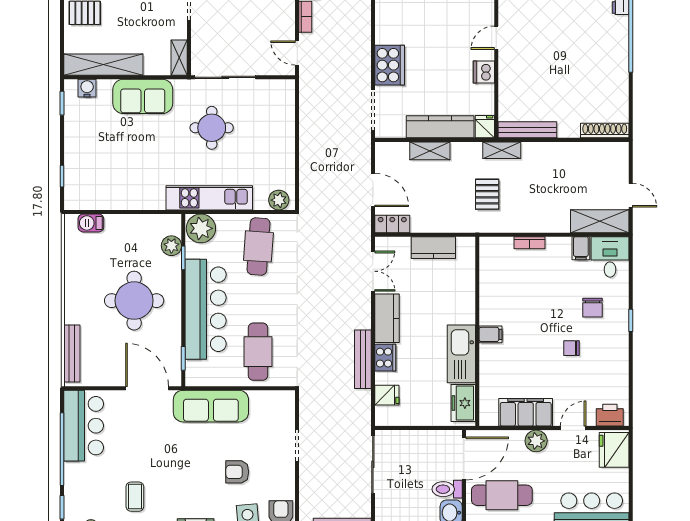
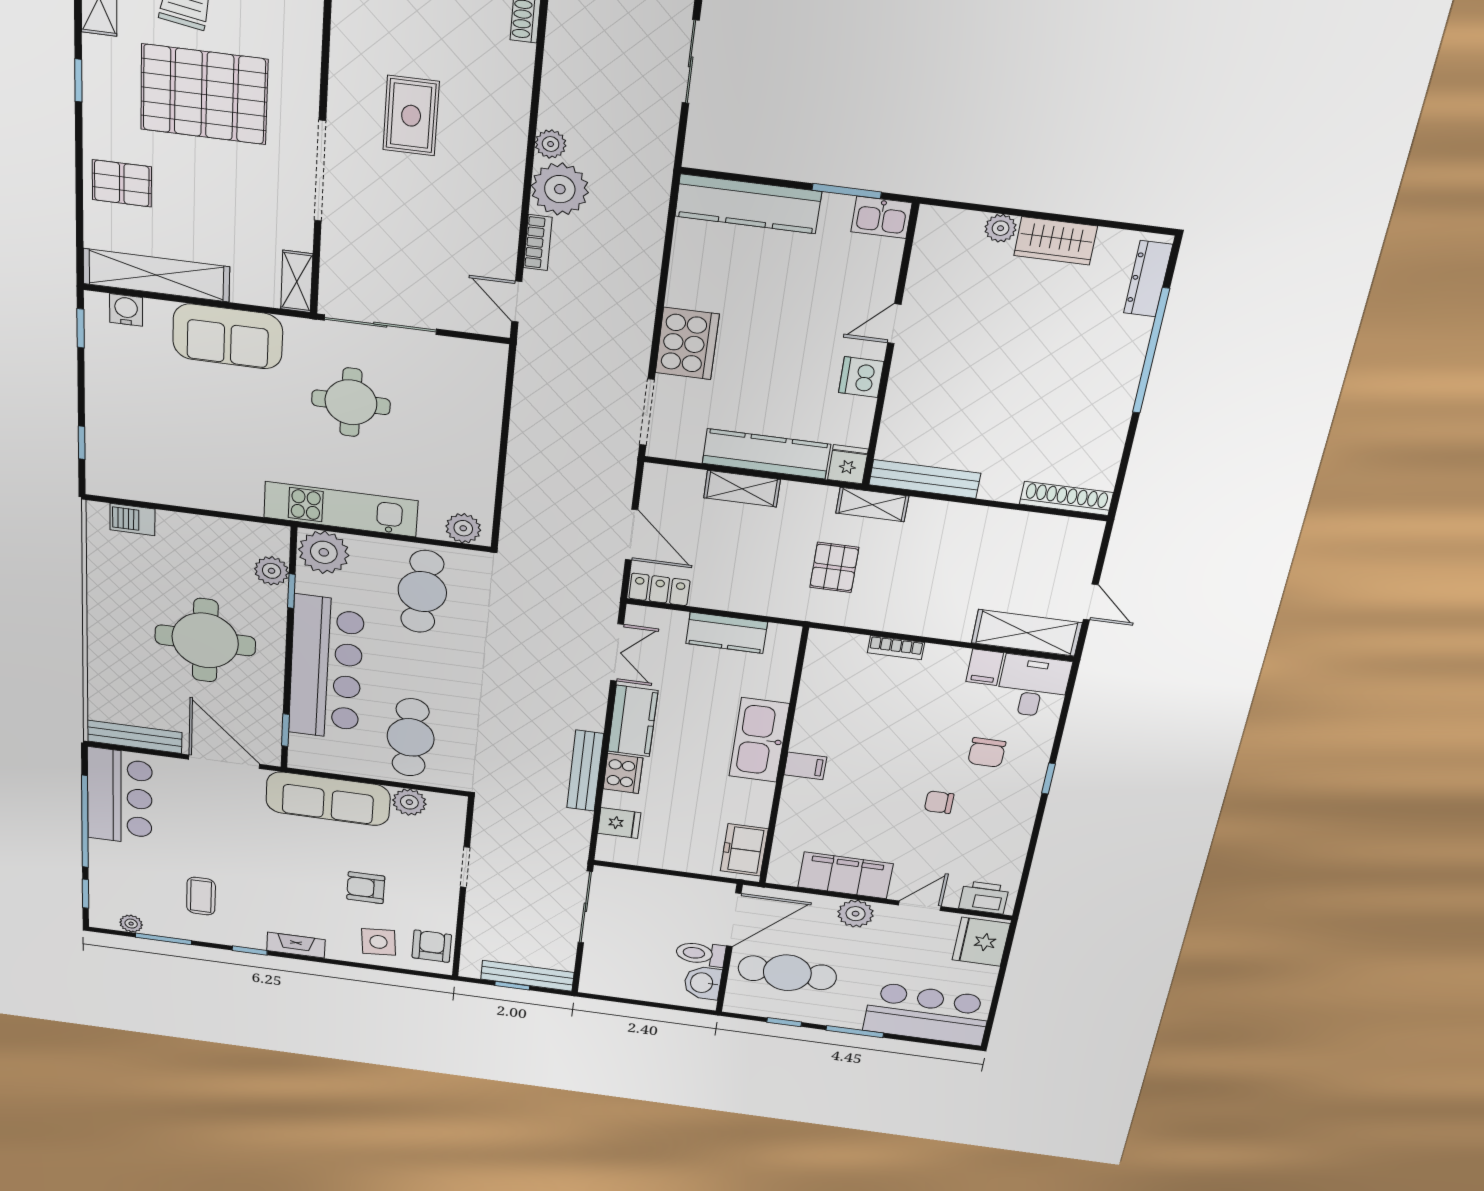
bench: (72, 353) -> (134, 737), moved, turned 90
kitchen sink: (461, 354) -> (759, 740), moved
plant: (260, 400) -> (409, 802), added

